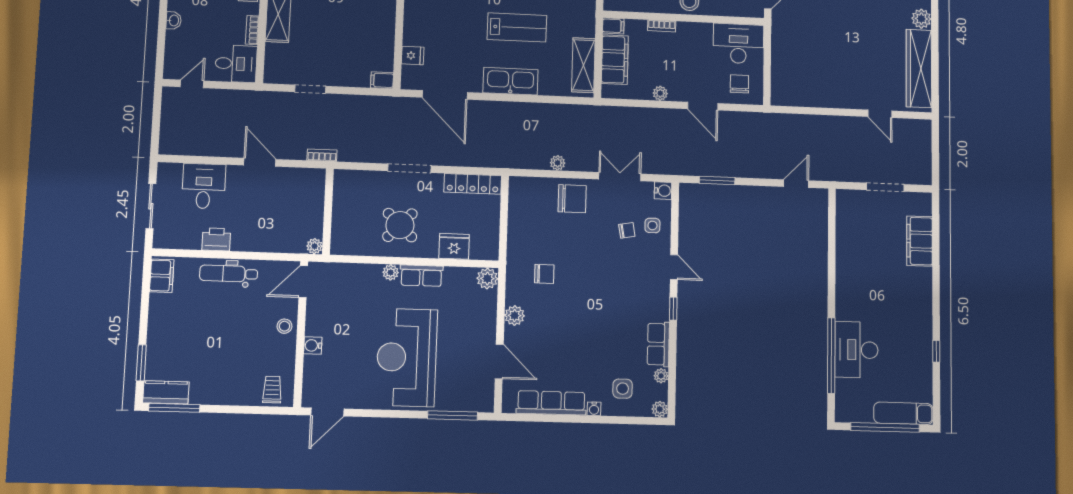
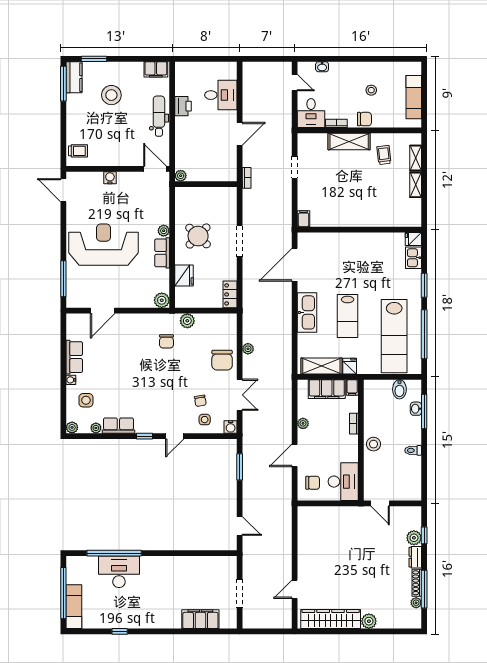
washbasin: (174, 20) -> (322, 67), moved
fridge: (413, 56) -> (350, 366), moved, turned 180
locker: (473, 184) -> (230, 294), width x0.66
sliding door: (151, 206) -> (205, 59), removed
plant: (515, 316) -> (187, 321), moved
stool: (284, 326) -> (111, 95), moved, width x1.89, depth x1.89
row of seats: (551, 403) -> (74, 357), width x0.68

